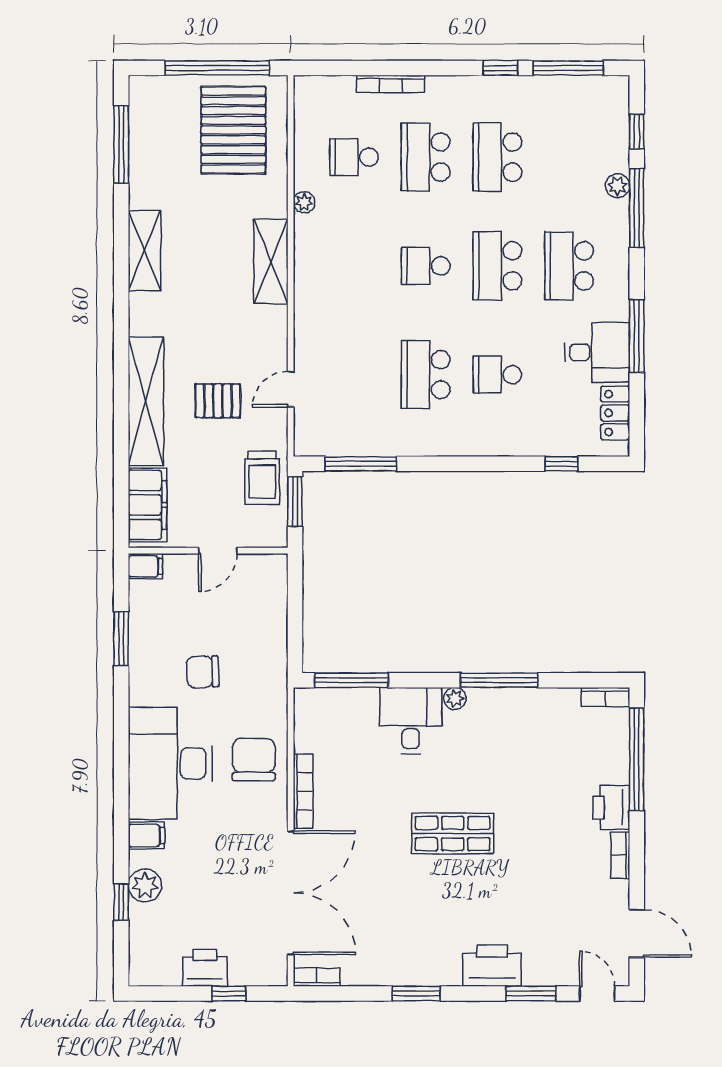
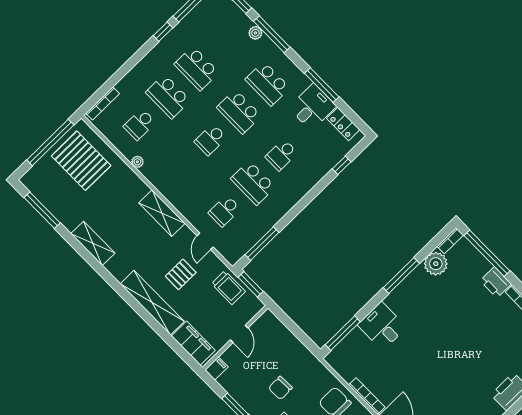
bookcase: (391, 84) -> (103, 103), moved
shelving: (271, 261) -> (162, 213), moved
school desk: (354, 375) -> (224, 211), added
plant: (455, 699) -> (436, 264), moved, width x1.88, depth x1.88
shop shelf: (453, 834) -> (443, 355), removed

